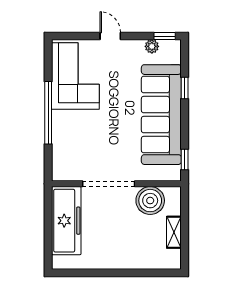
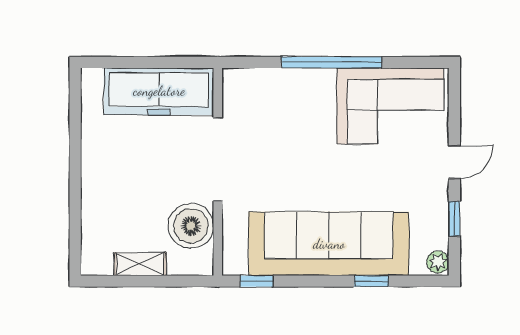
window: (165, 36) -> (454, 219), moved
plant: (152, 46) -> (438, 262), moved

